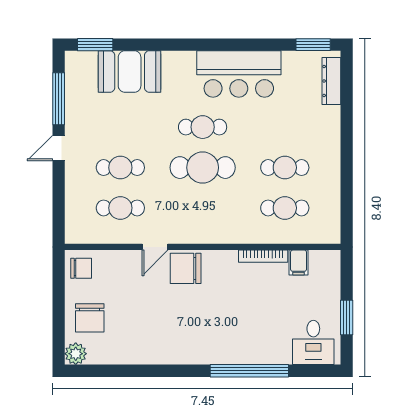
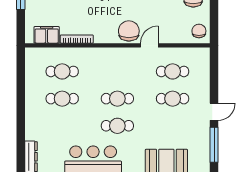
cafe table: (203, 168) -> (117, 99), width x0.73, depth x0.74
filing cabinet: (299, 262) -> (47, 35), width x2.00
chair: (81, 268) -> (199, 31), turned 90
chair: (186, 268) -> (129, 31), turned -90

